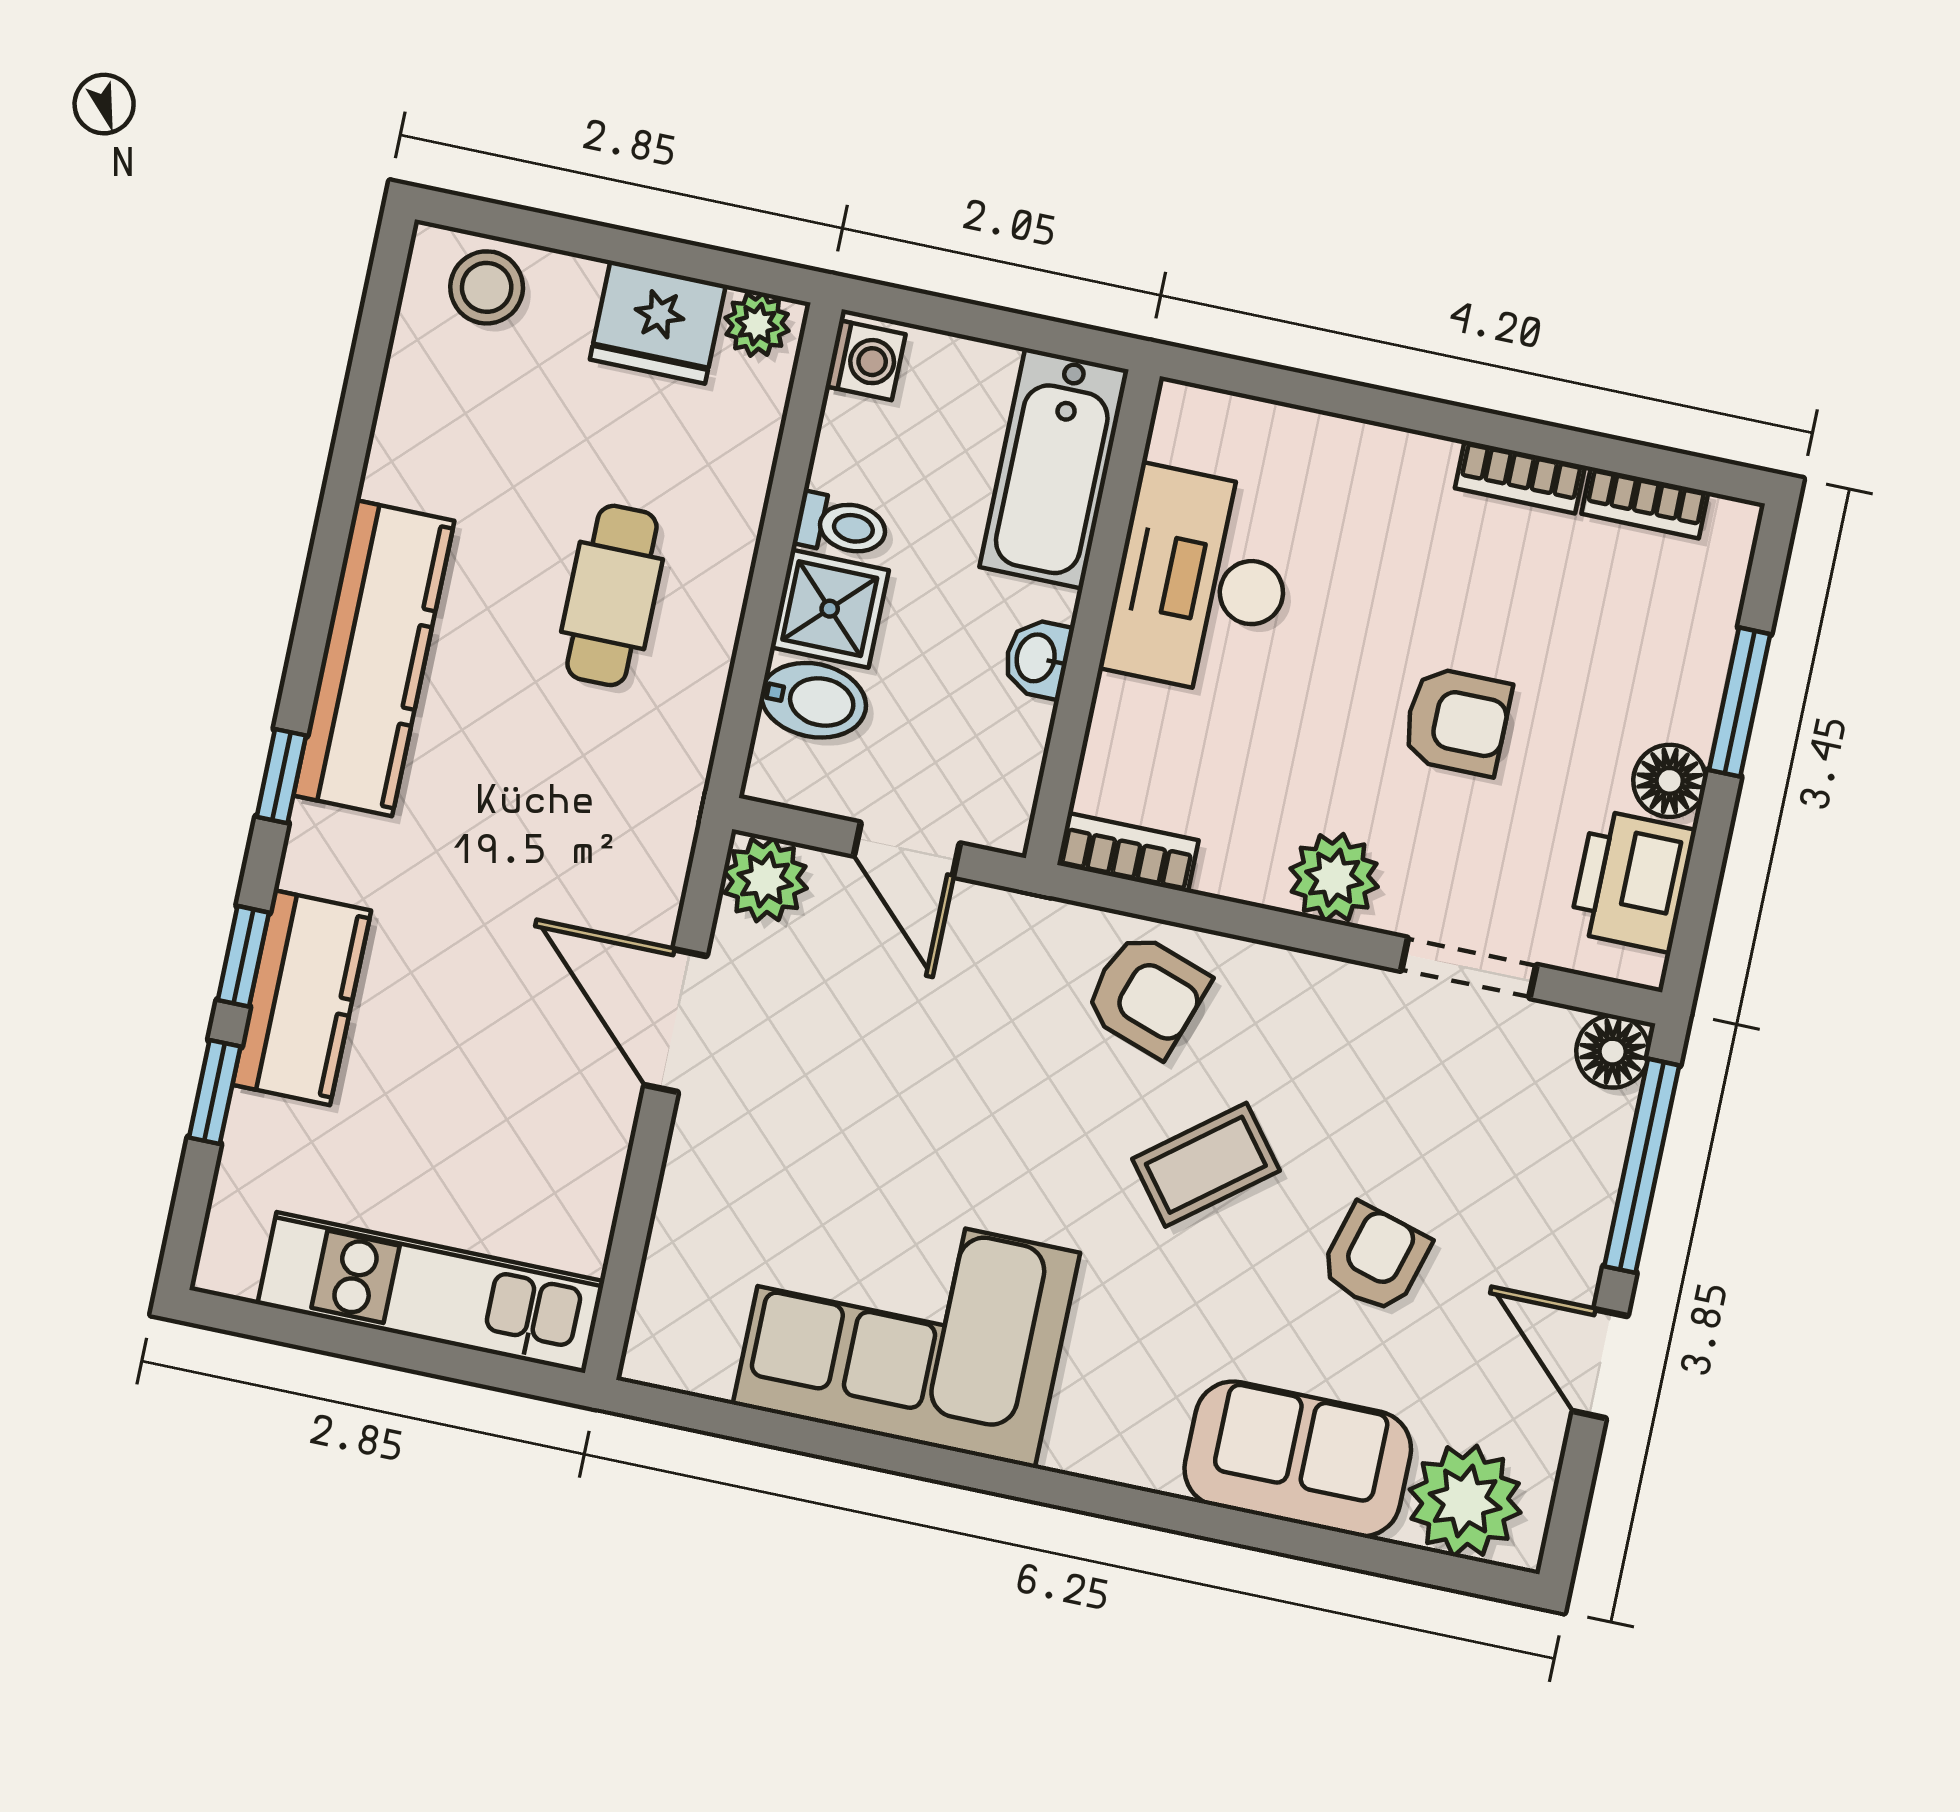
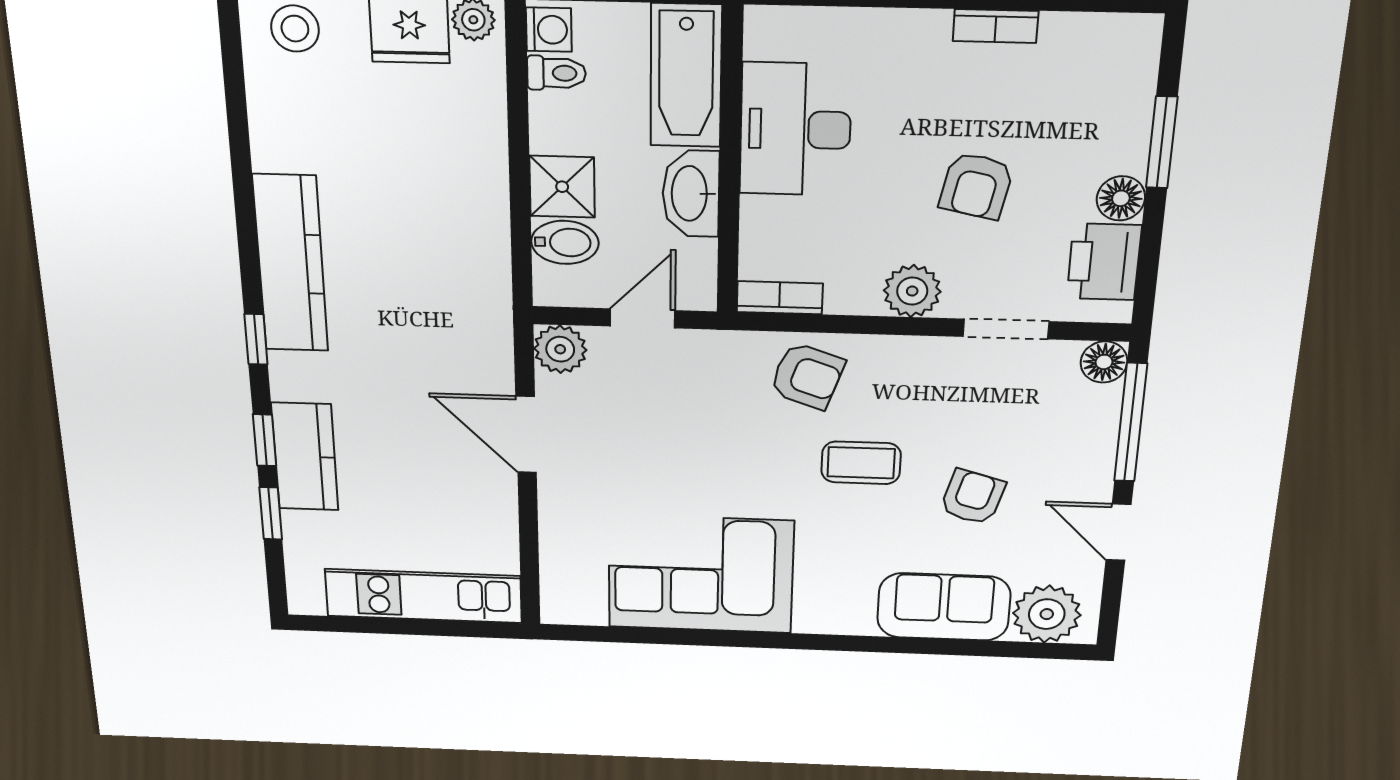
bookcase: (1645, 503) -> (1083, 28), removed
toilet: (841, 526) -> (556, 73), moved
cafe table: (612, 595) -> (425, 202), removed
washbasin: (1037, 658) -> (691, 194), width x1.91, depth x1.45
armchair: (1457, 721) -> (976, 186), turned 102
door: (907, 850) -> (642, 318), swing flipped
coffee table: (1206, 1165) -> (861, 463), turned 38

